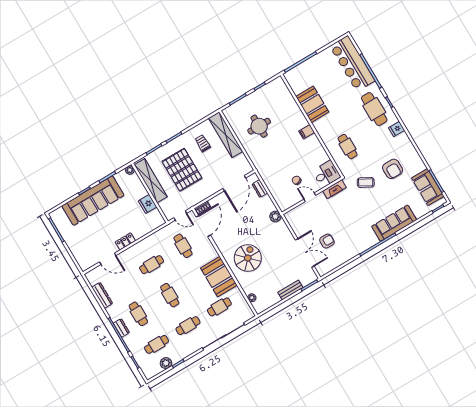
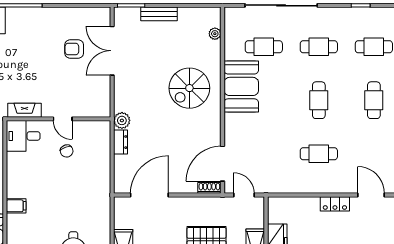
dresser: (260, 189) -> (120, 142), moved
cafe table: (183, 246) -> (264, 154), removed
plant: (166, 363) -> (376, 15), removed

